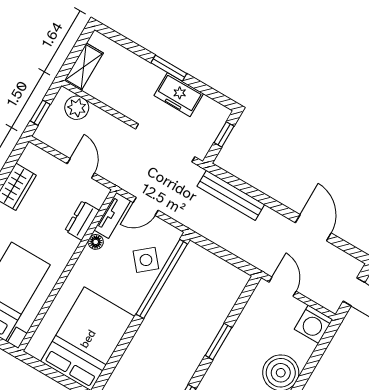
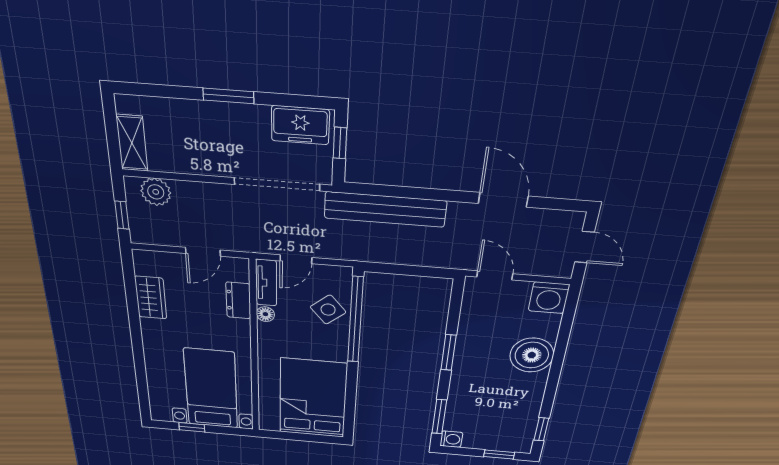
freezer: (179, 95) -> (300, 125), moved
door: (81, 168) -> (203, 252), swing flipped
bench: (231, 195) -> (385, 209), width x1.37, depth x1.21

